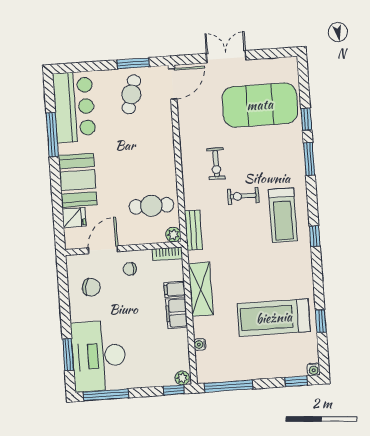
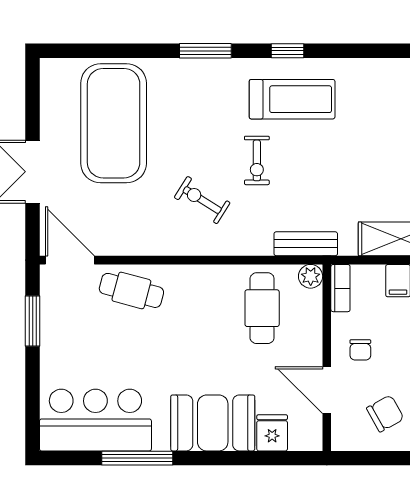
cafe table: (131, 94) -> (131, 290), moved
window: (306, 119) -> (142, 51), removed
exercise bike: (216, 164) -> (202, 200), turned -148
window: (315, 236) -> (287, 51), moved
chair: (91, 287) -> (385, 413), turned 51

